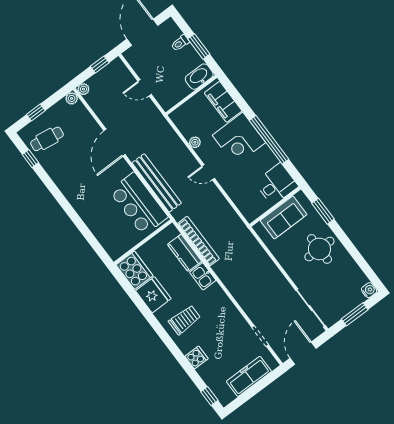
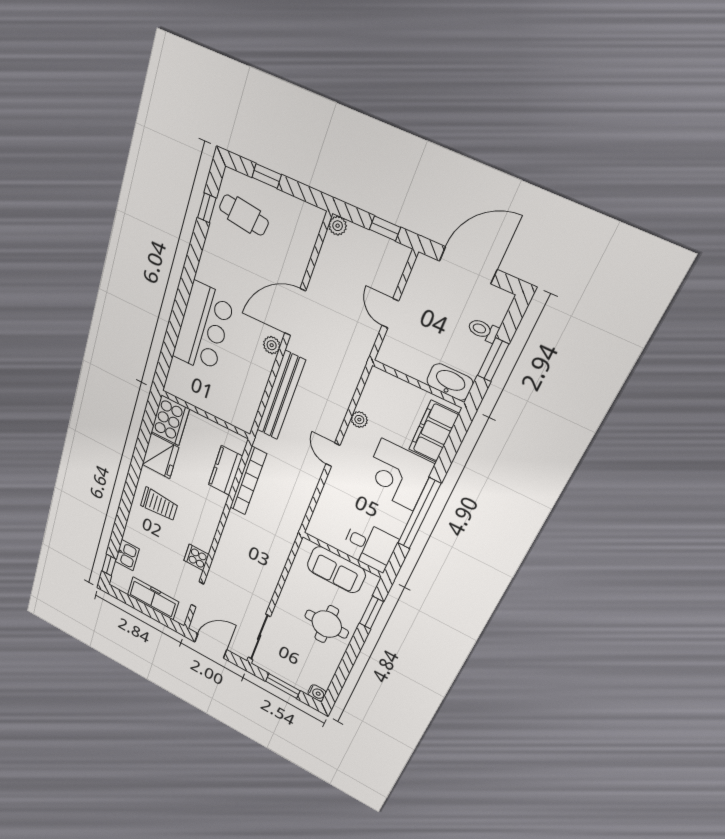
plant: (72, 98) -> (272, 345), moved
bar counter: (139, 204) -> (203, 328), moved, turned 180
kitchen sink: (203, 276) -> (127, 555), moved, turned 180
cooker: (196, 357) -> (196, 557), moved, turned 180

